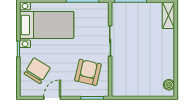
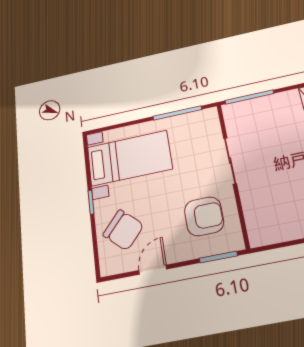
chair: (37, 71) -> (123, 230), turned 100
armchair: (88, 72) -> (204, 216), turned 77

